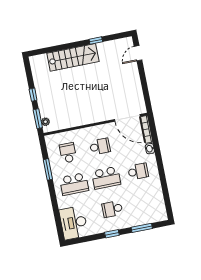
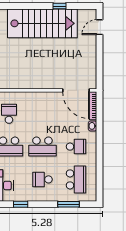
stairs: (73, 57) -> (42, 23), width x1.36, depth x1.51
school desk: (100, 146) -> (76, 179), moved, width x1.85
window: (112, 234) -> (21, 204), moved

